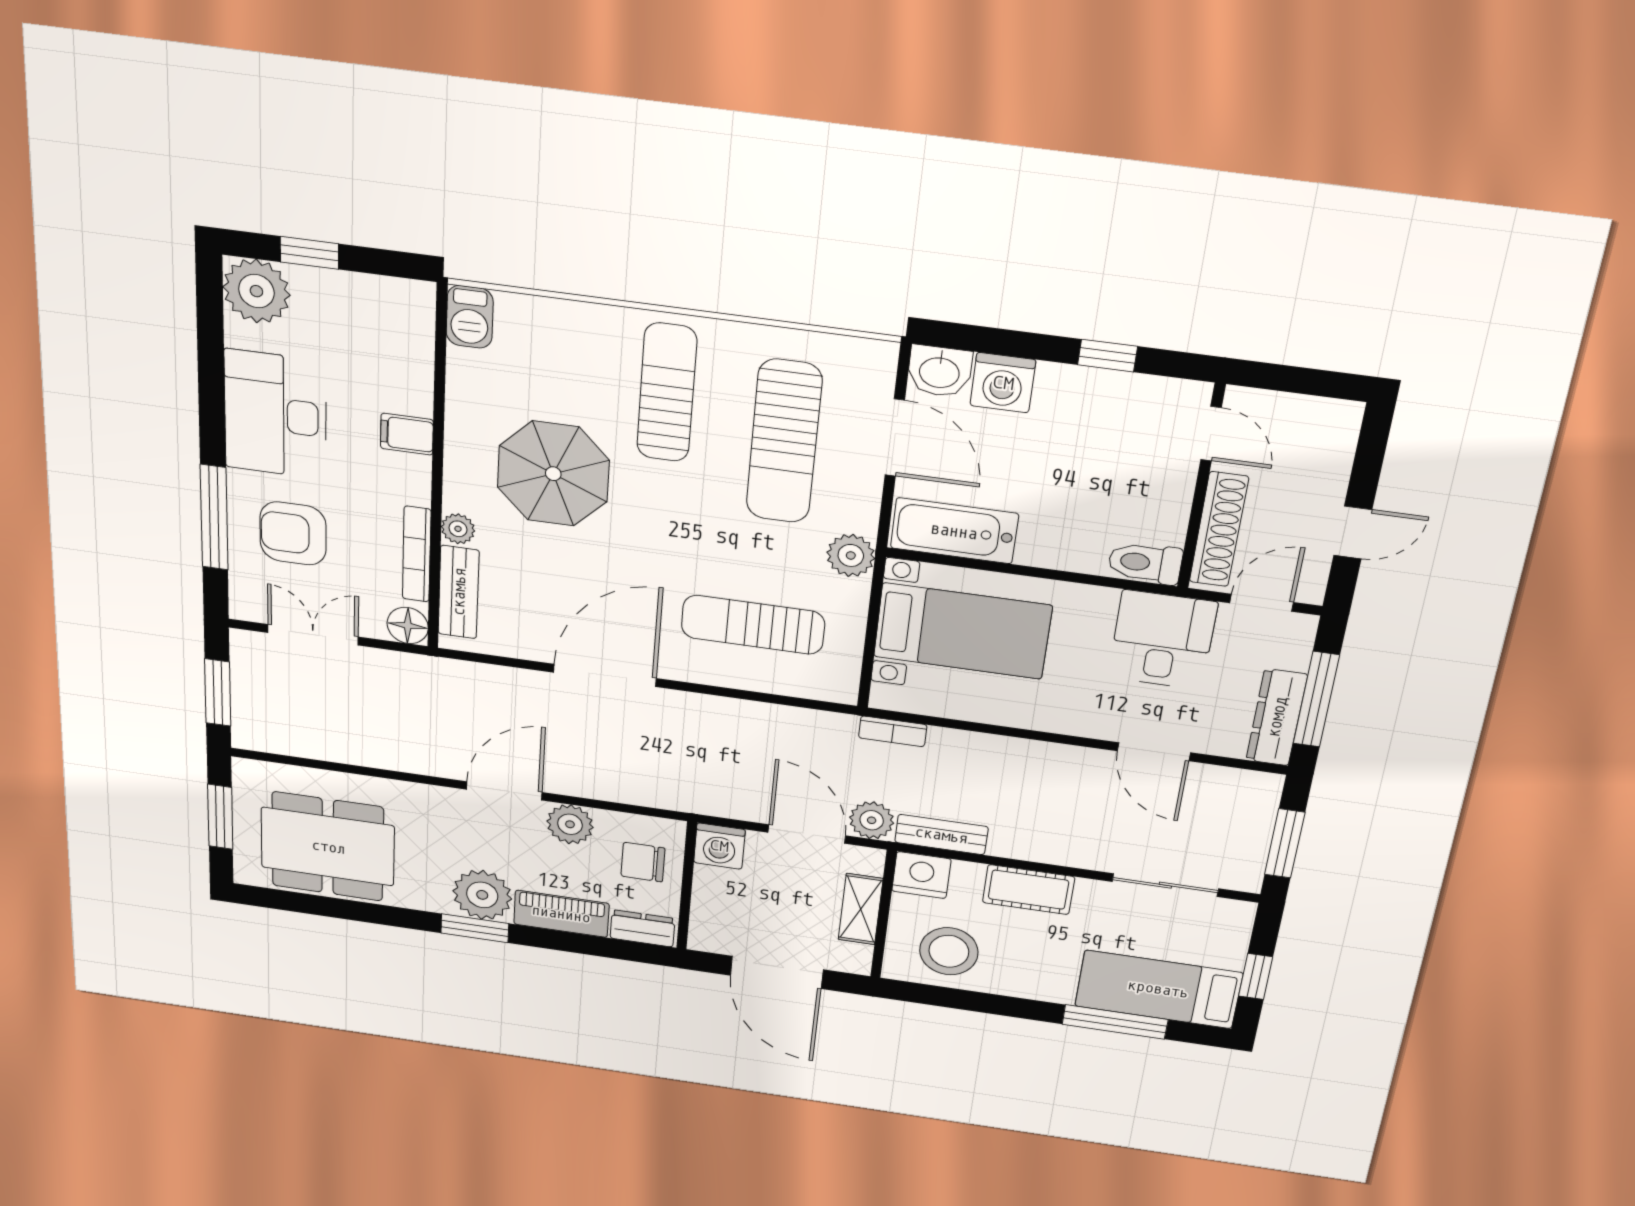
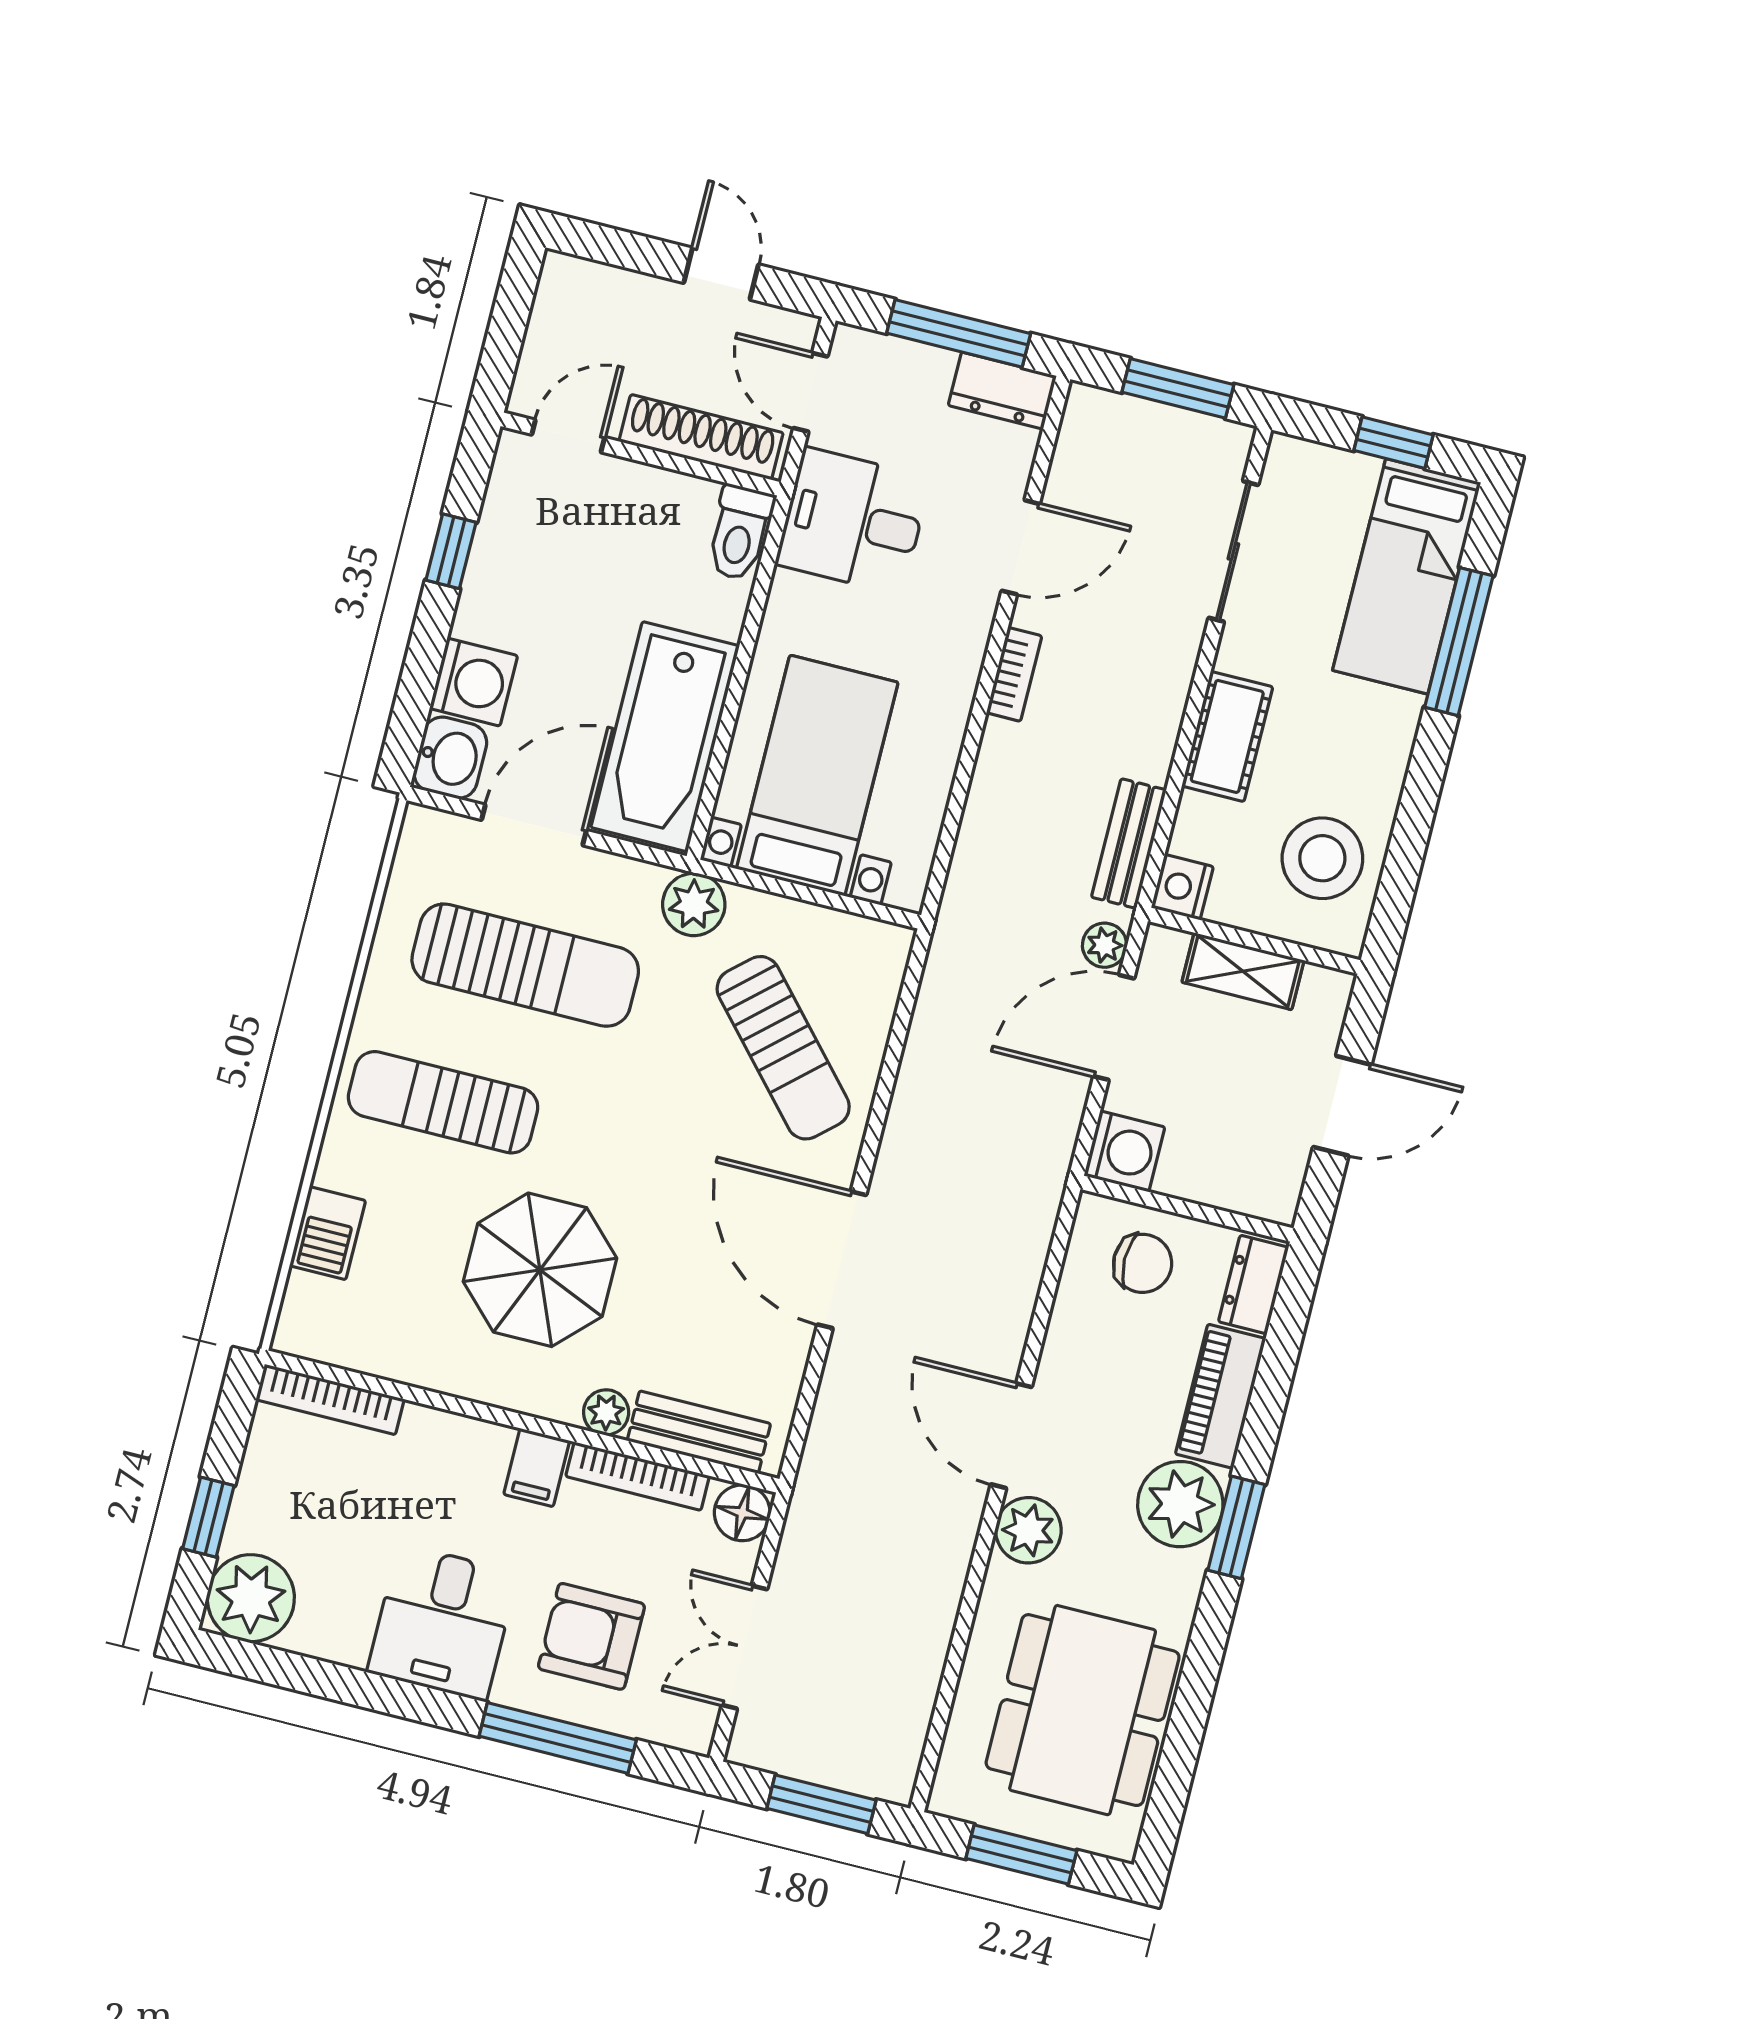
barbecue: (470, 317) -> (328, 1233), moved, turned 90
bookcase: (421, 333) -> (330, 1399), added
desk: (275, 414) -> (443, 1622), width x0.73
filing cabinet: (407, 434) -> (537, 1468), moved
bathtub: (954, 531) -> (665, 737), width x1.36, depth x1.36
armchair: (293, 533) -> (591, 1636), turned 90
sun lounger: (753, 625) -> (783, 1048), turned -42
dresser: (1277, 717) -> (1002, 391), width x0.70
bookcase: (893, 731) -> (1014, 674), moved
plant: (872, 820) -> (1105, 945), width x0.73, depth x0.73
plant: (570, 824) -> (1028, 1530), moved
chair: (643, 862) -> (1143, 1263), turned -90
nightstand: (921, 875) -> (1182, 887), width x0.74, depth x0.75
door: (777, 972) -> (1342, 1106), width x0.73

